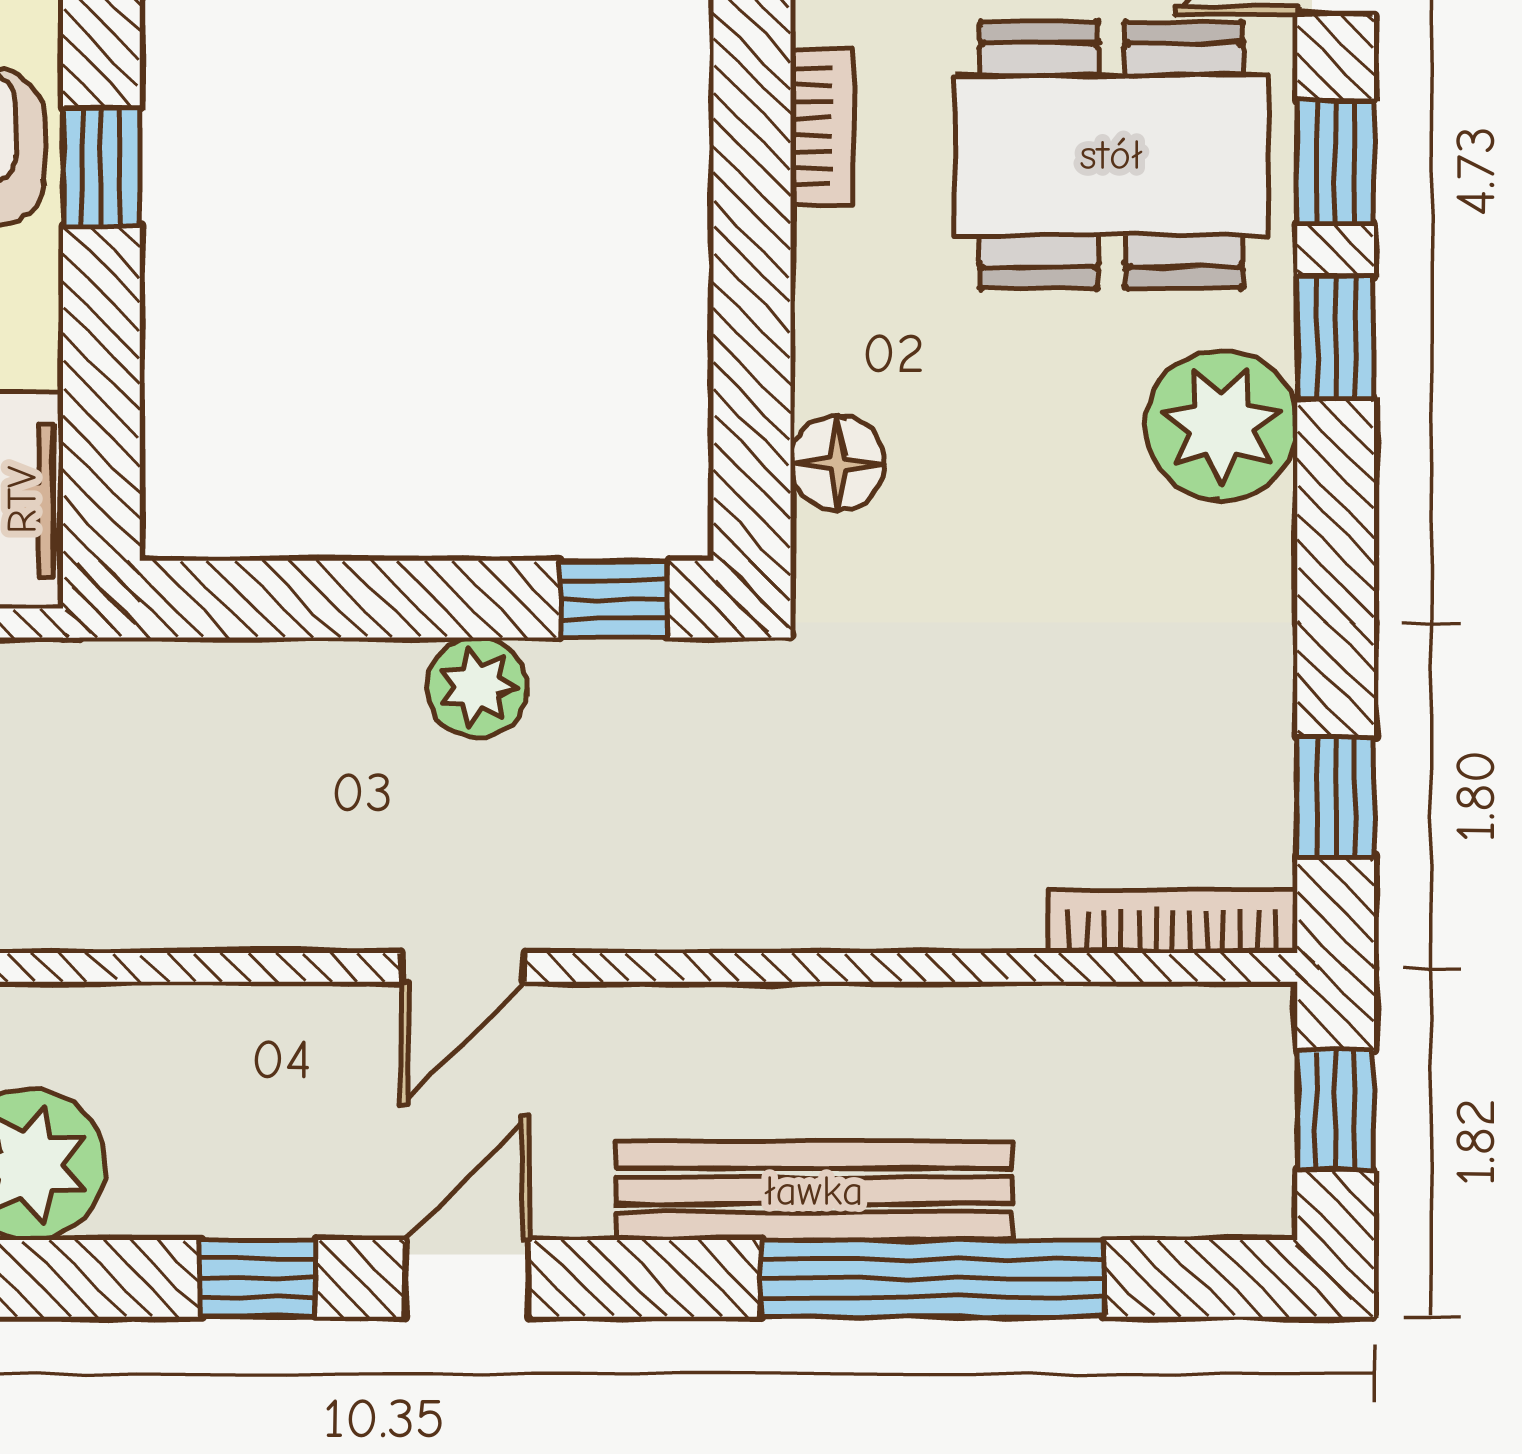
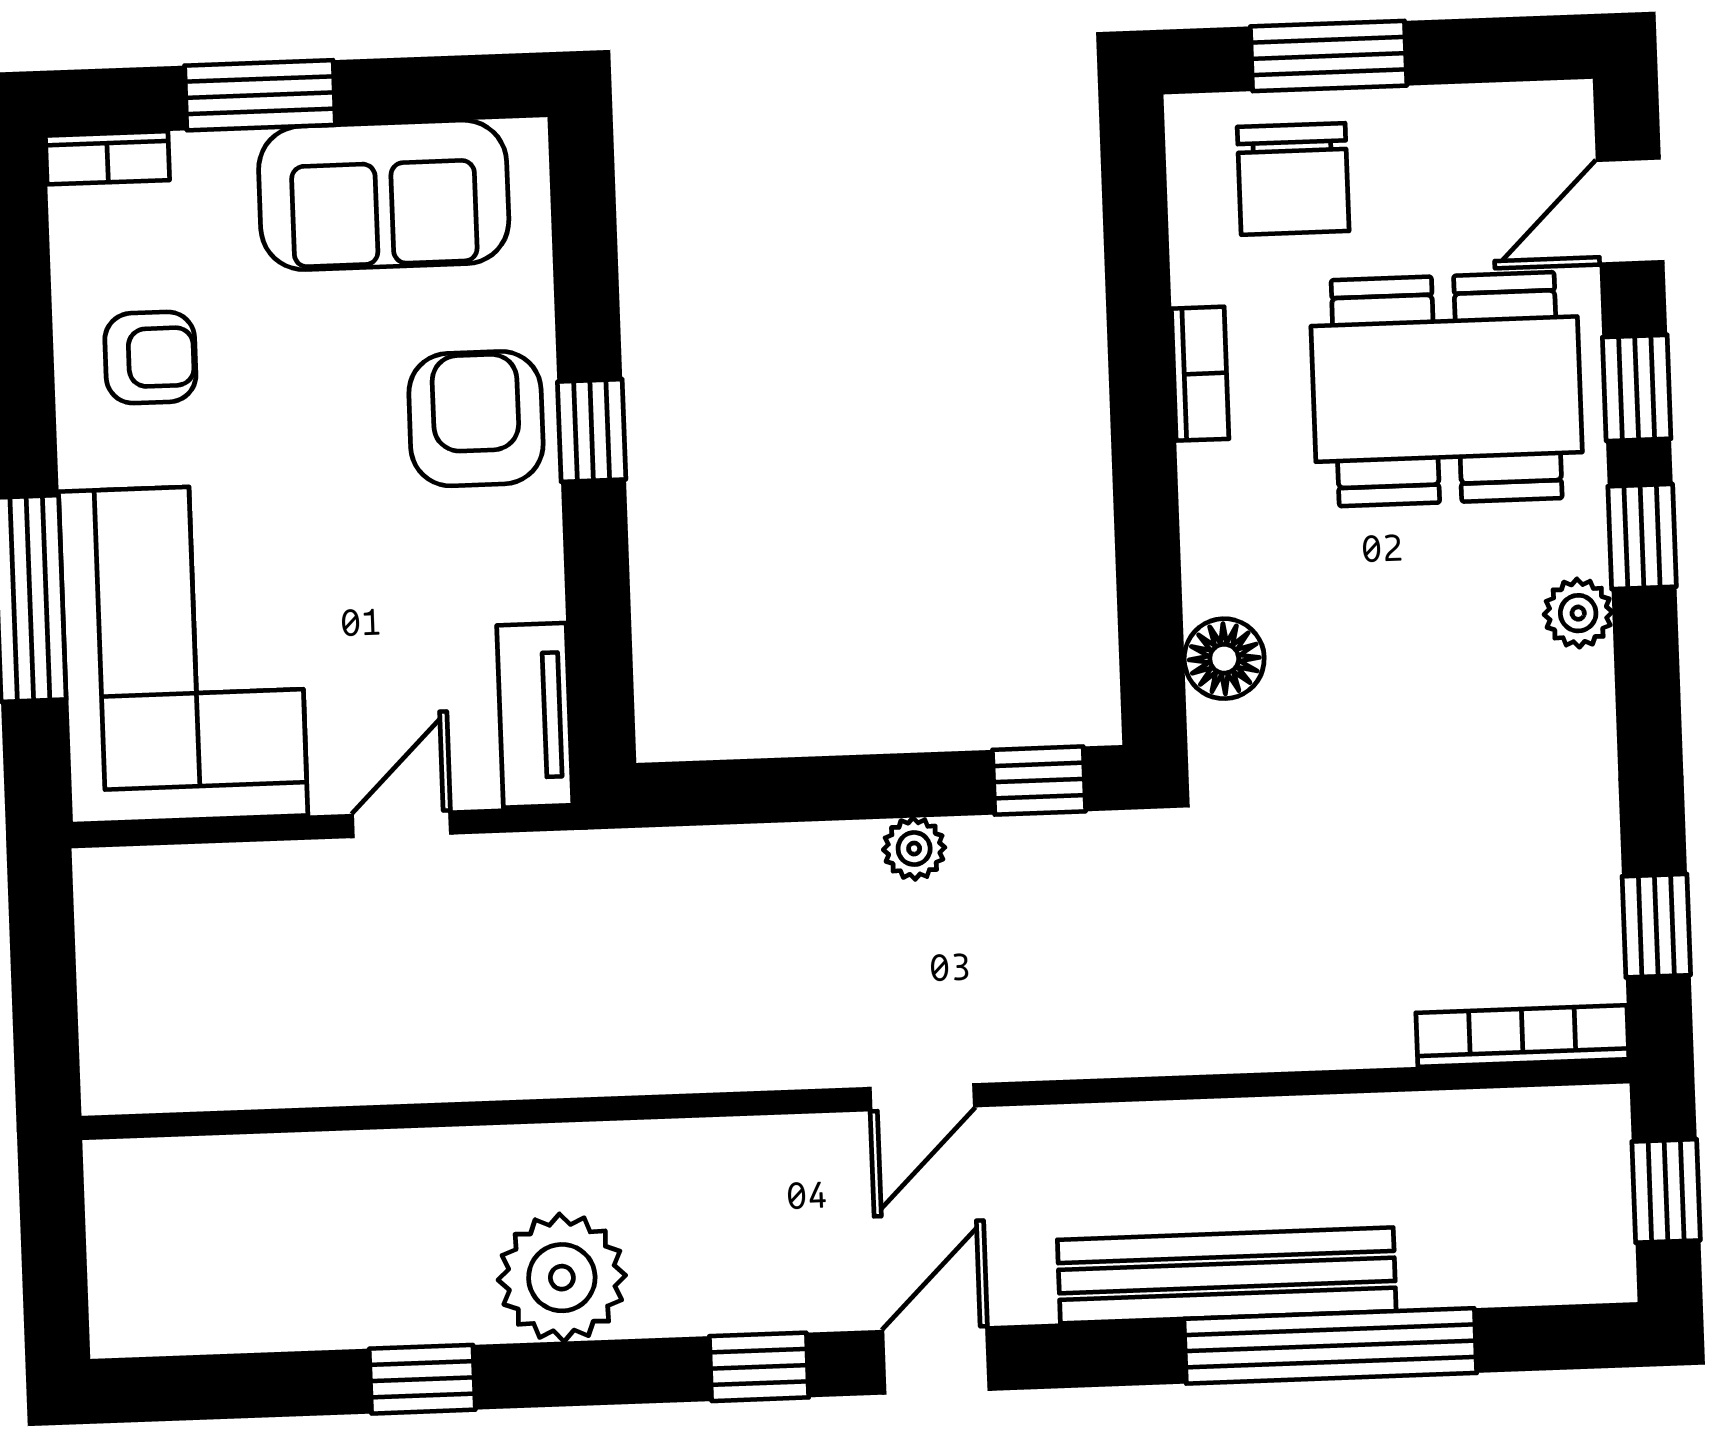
plant: (1221, 425) -> (1578, 613), width x0.53, depth x0.53
plant: (477, 687) -> (914, 849), width x0.73, depth x0.73

